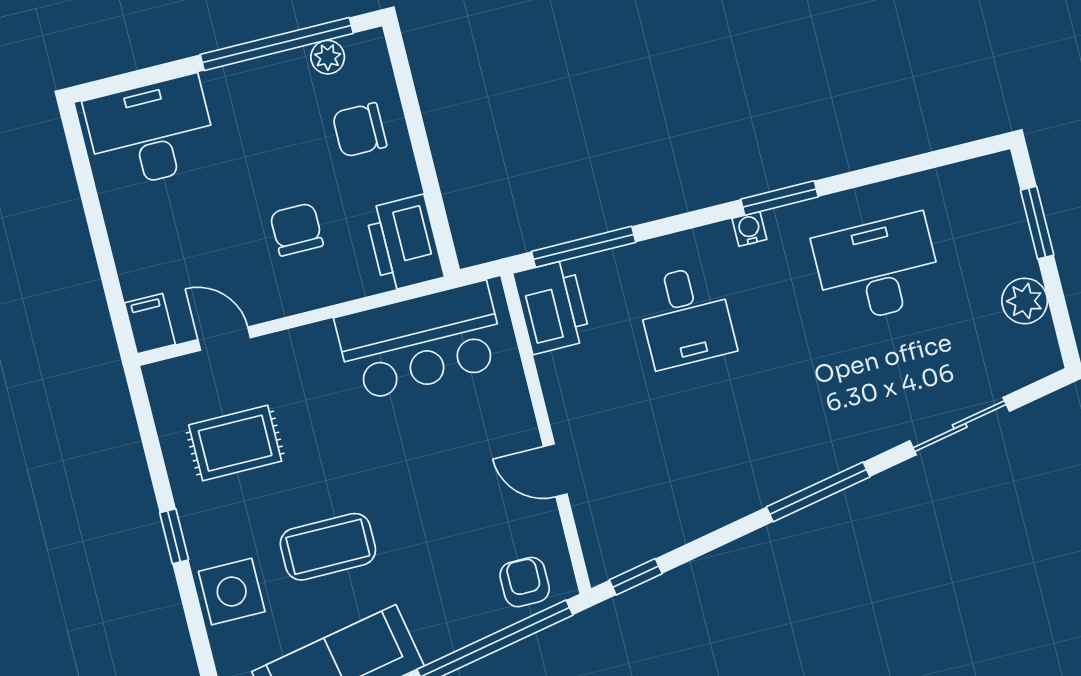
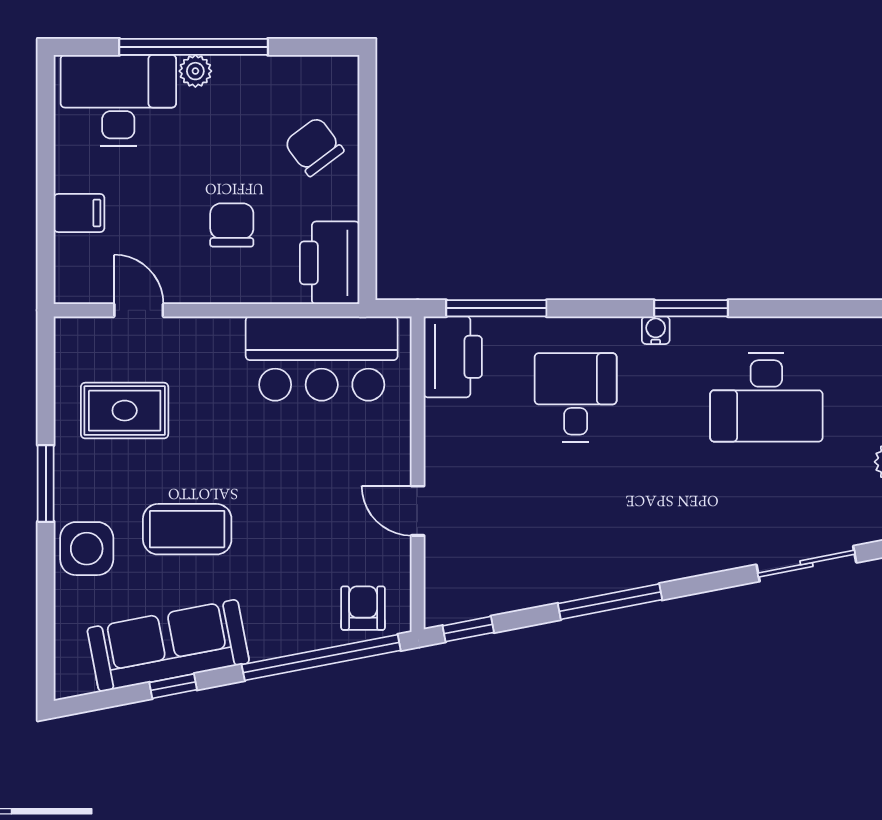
window: (277, 44) -> (194, 47), moved
plant: (328, 57) -> (195, 71), moved
chair: (359, 130) -> (314, 147), turned 53
desk: (878, 269) -> (766, 397), turned 180
desk: (686, 317) -> (576, 397), turned 180
filing cabinet: (150, 324) -> (79, 213), moved, turned 90
window: (818, 492) -> (610, 602), moved
window: (174, 536) -> (46, 483), width x1.50

